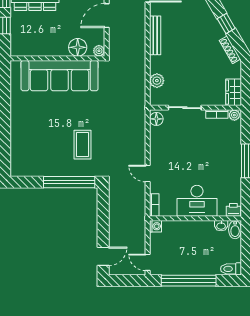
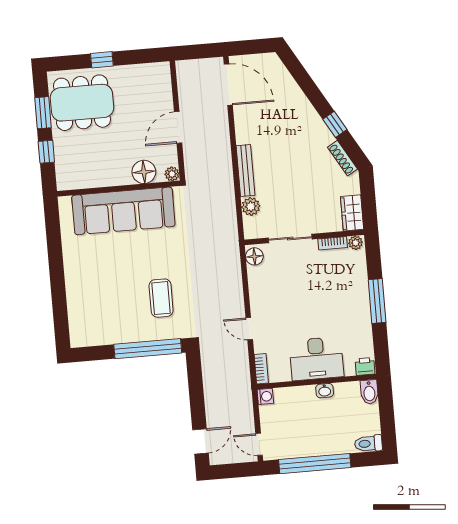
bench: (155, 35) -> (245, 170), moved
washbasin: (221, 226) -> (325, 391), moved

